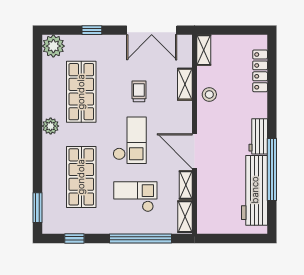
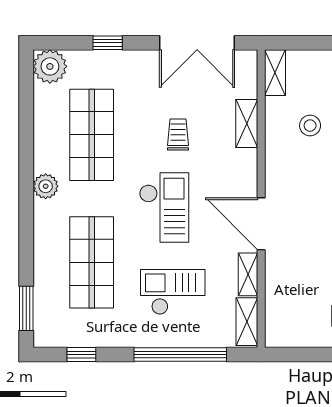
stool: (209, 94) -> (310, 126), moved

